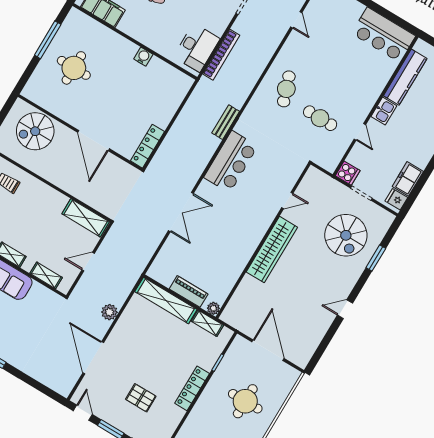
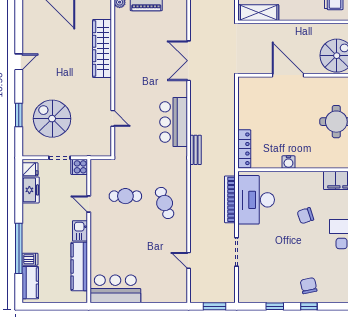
desk: (197, 48) -> (256, 200), width x1.36, depth x1.30
locker: (147, 146) -> (244, 149), moved
door: (287, 200) -> (113, 118), swing flipped
wardrobe: (272, 250) -> (102, 48), moved

